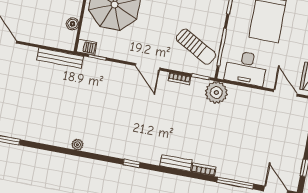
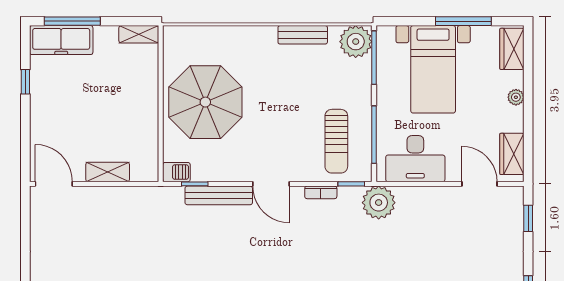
boiler: (73, 24) -> (149, 142), removed
shelving: (41, 39) -> (108, 172), added
sun lounger: (196, 47) -> (336, 141), turned 61
bench: (60, 58) -> (219, 195), moved

